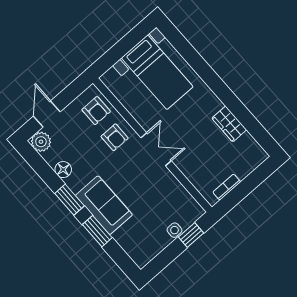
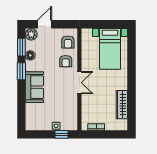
wardrobe: (229, 124) -> (122, 105), width x1.50
window: (97, 231) -> (21, 47), moved

